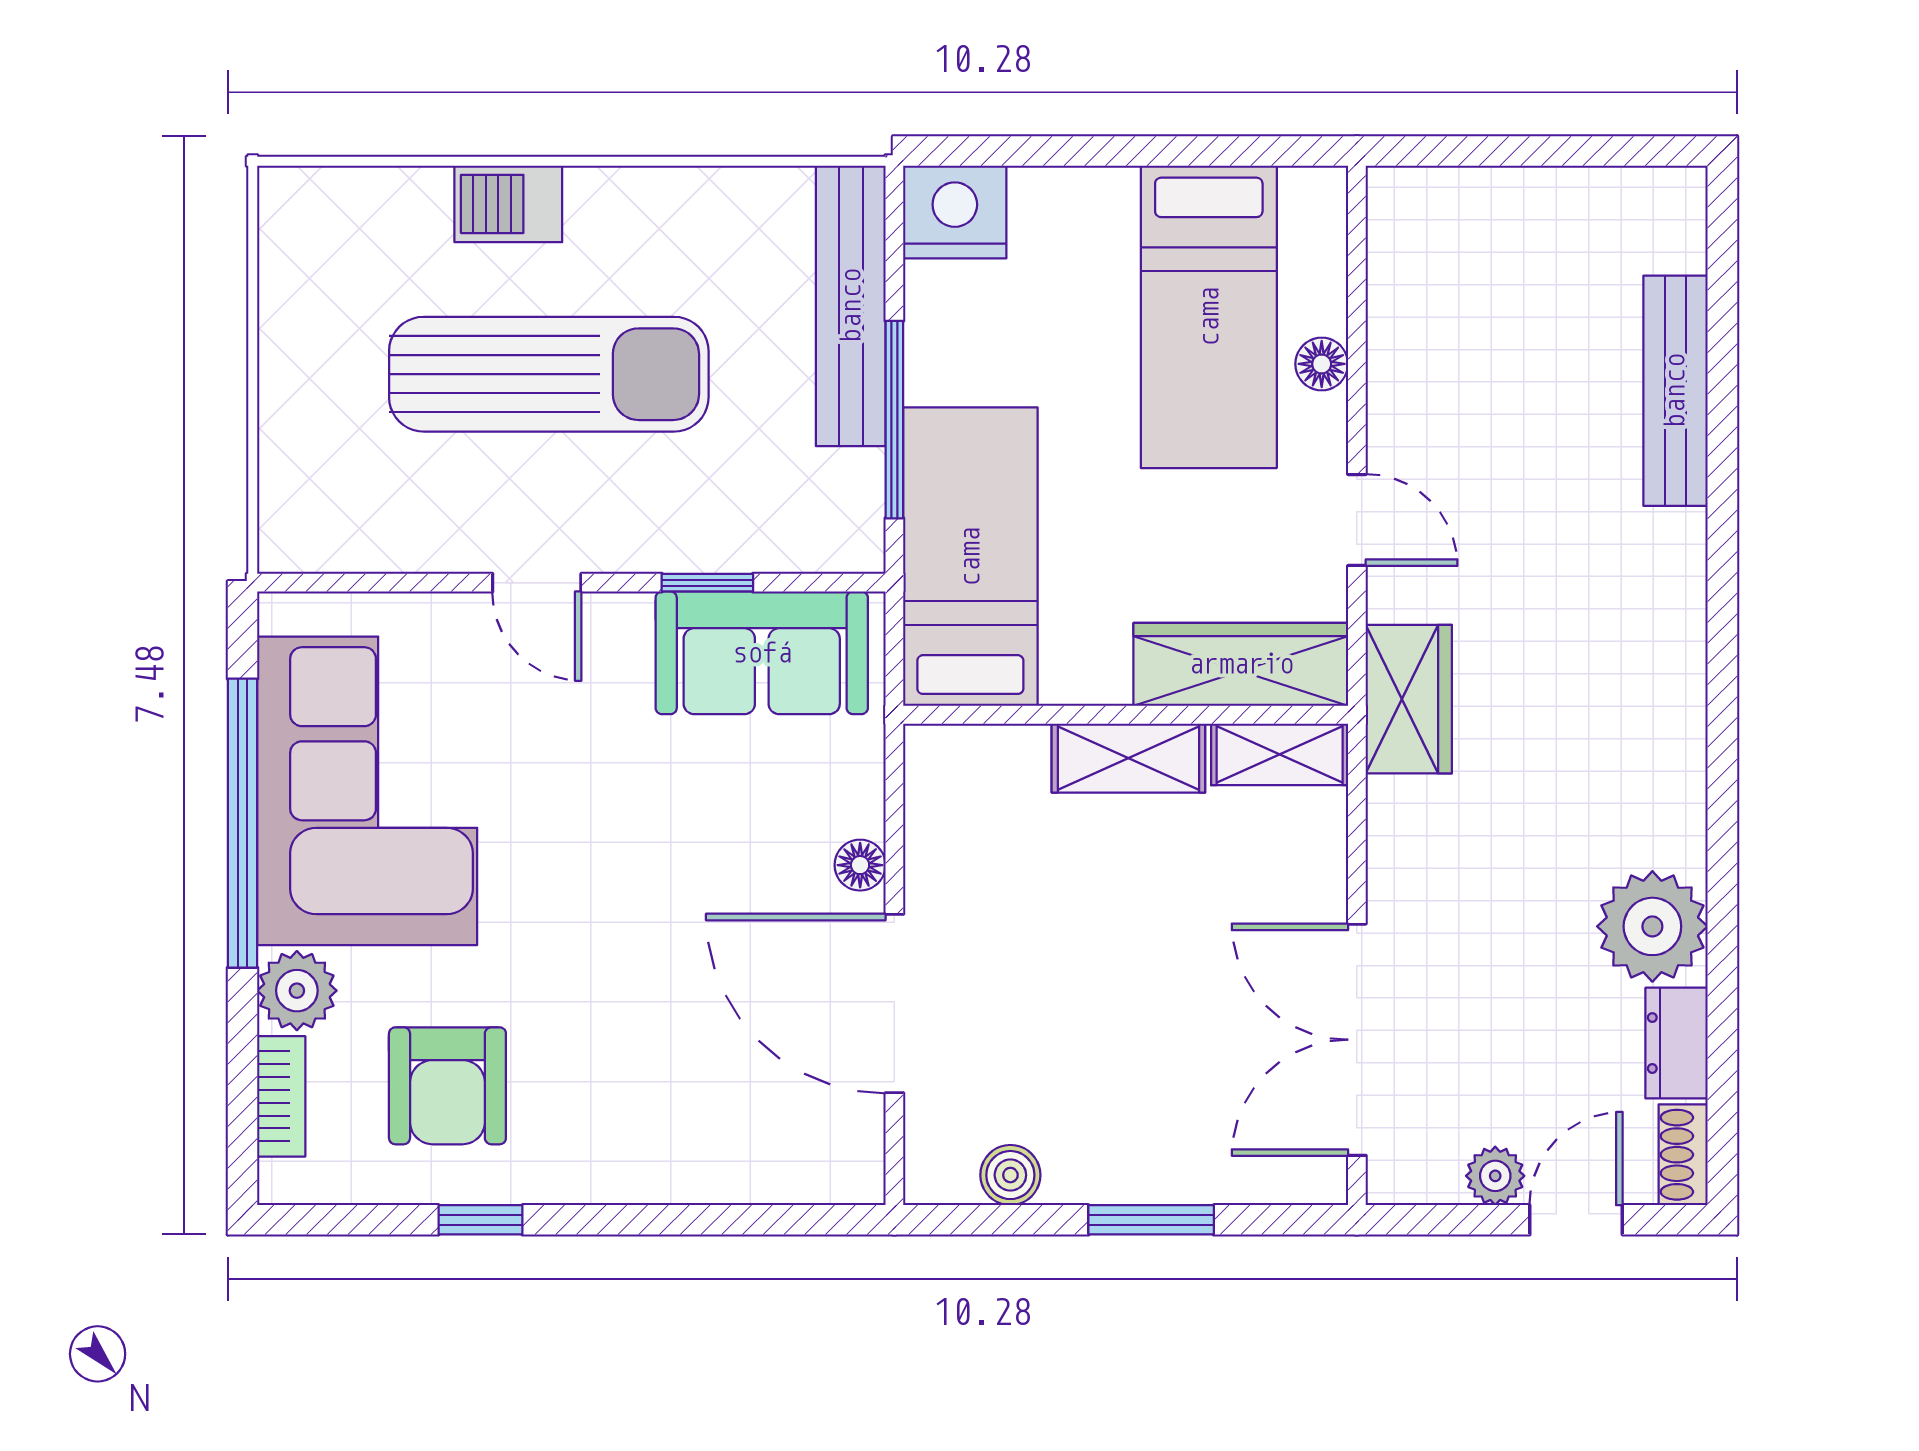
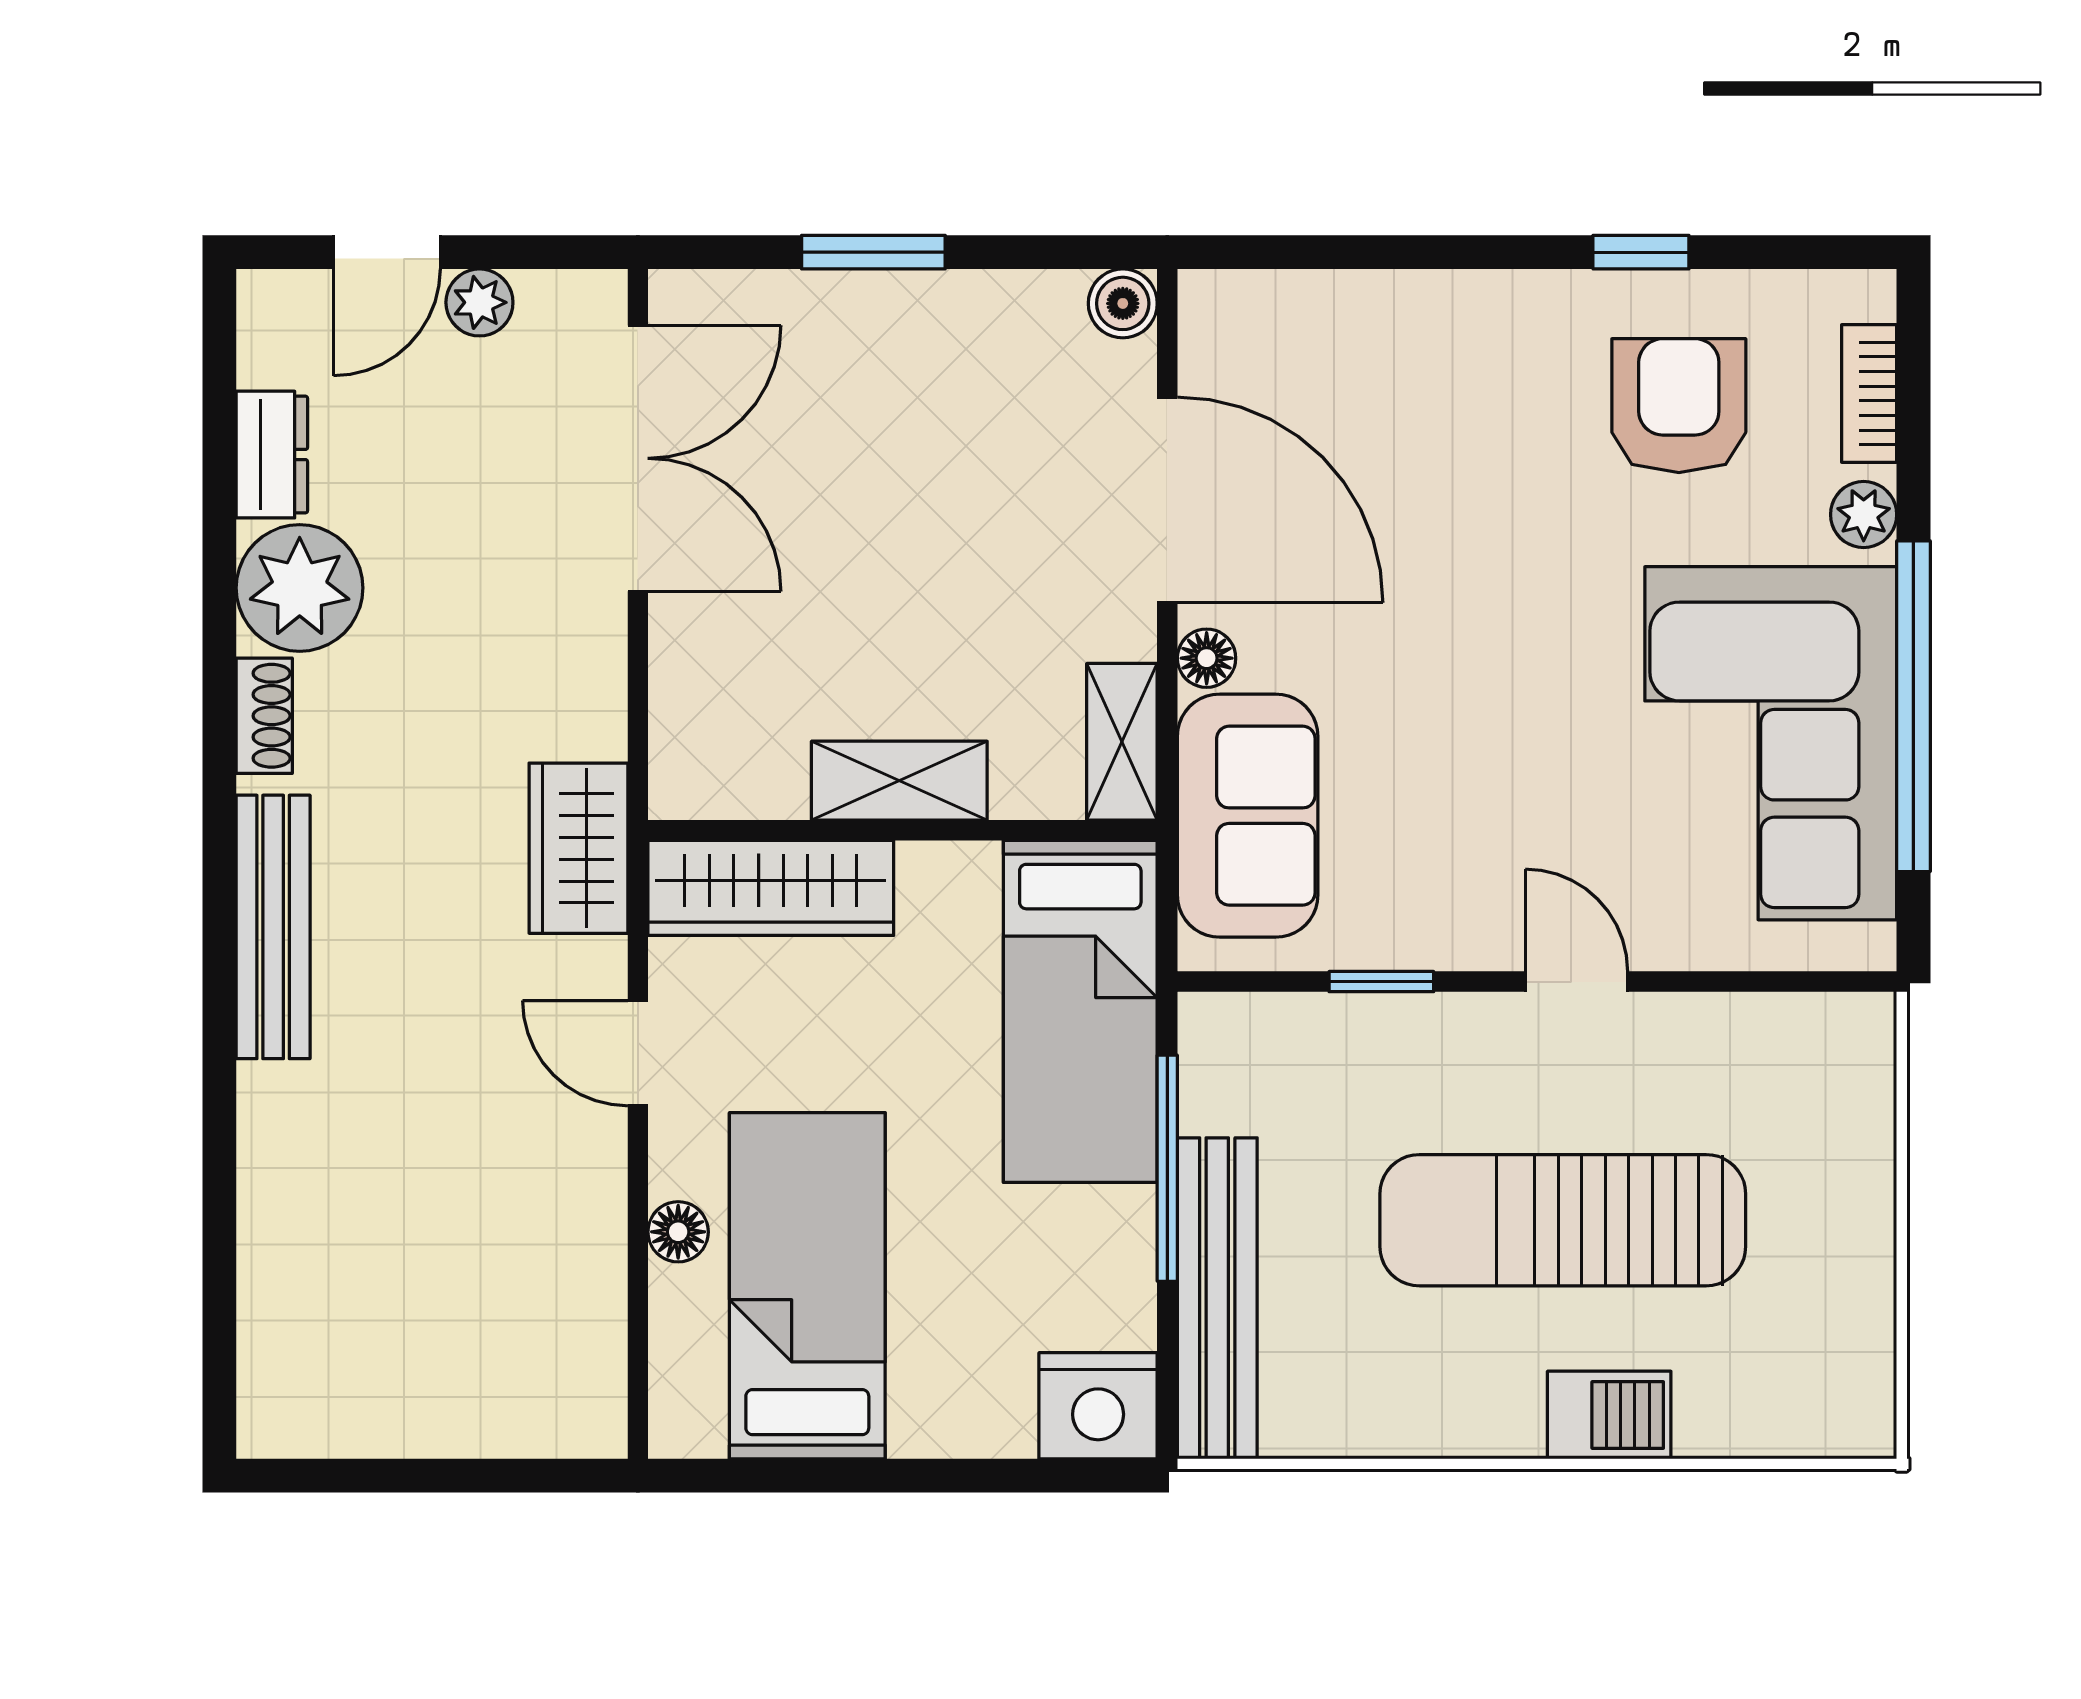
bench: (1675, 391) -> (273, 927), moved
sofa: (762, 653) -> (1248, 816), moved, turned 90
shelving: (1280, 754) -> (1122, 742), moved, turned 90
plant: (297, 991) -> (1864, 515), width x0.73, depth x0.73
shoe rack: (1683, 1155) -> (264, 716), moved
boiler: (1010, 1175) -> (1123, 303), moved

